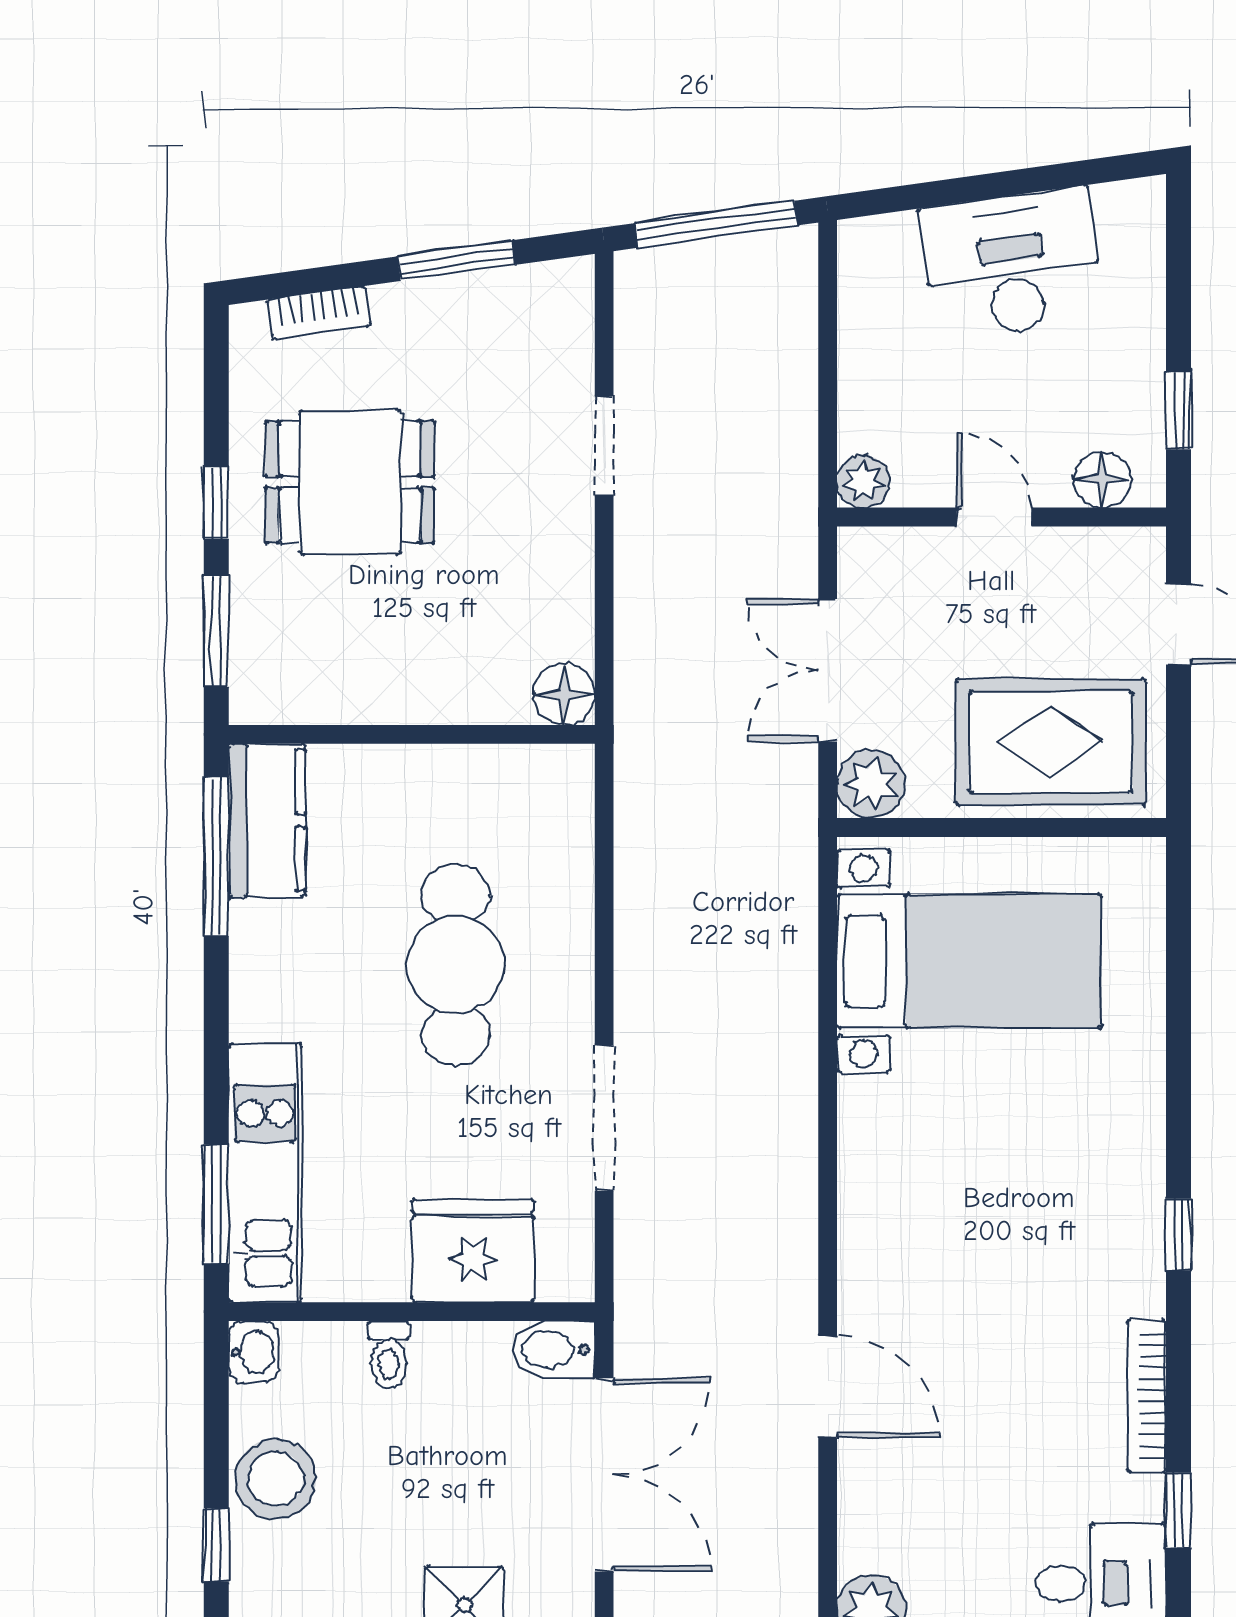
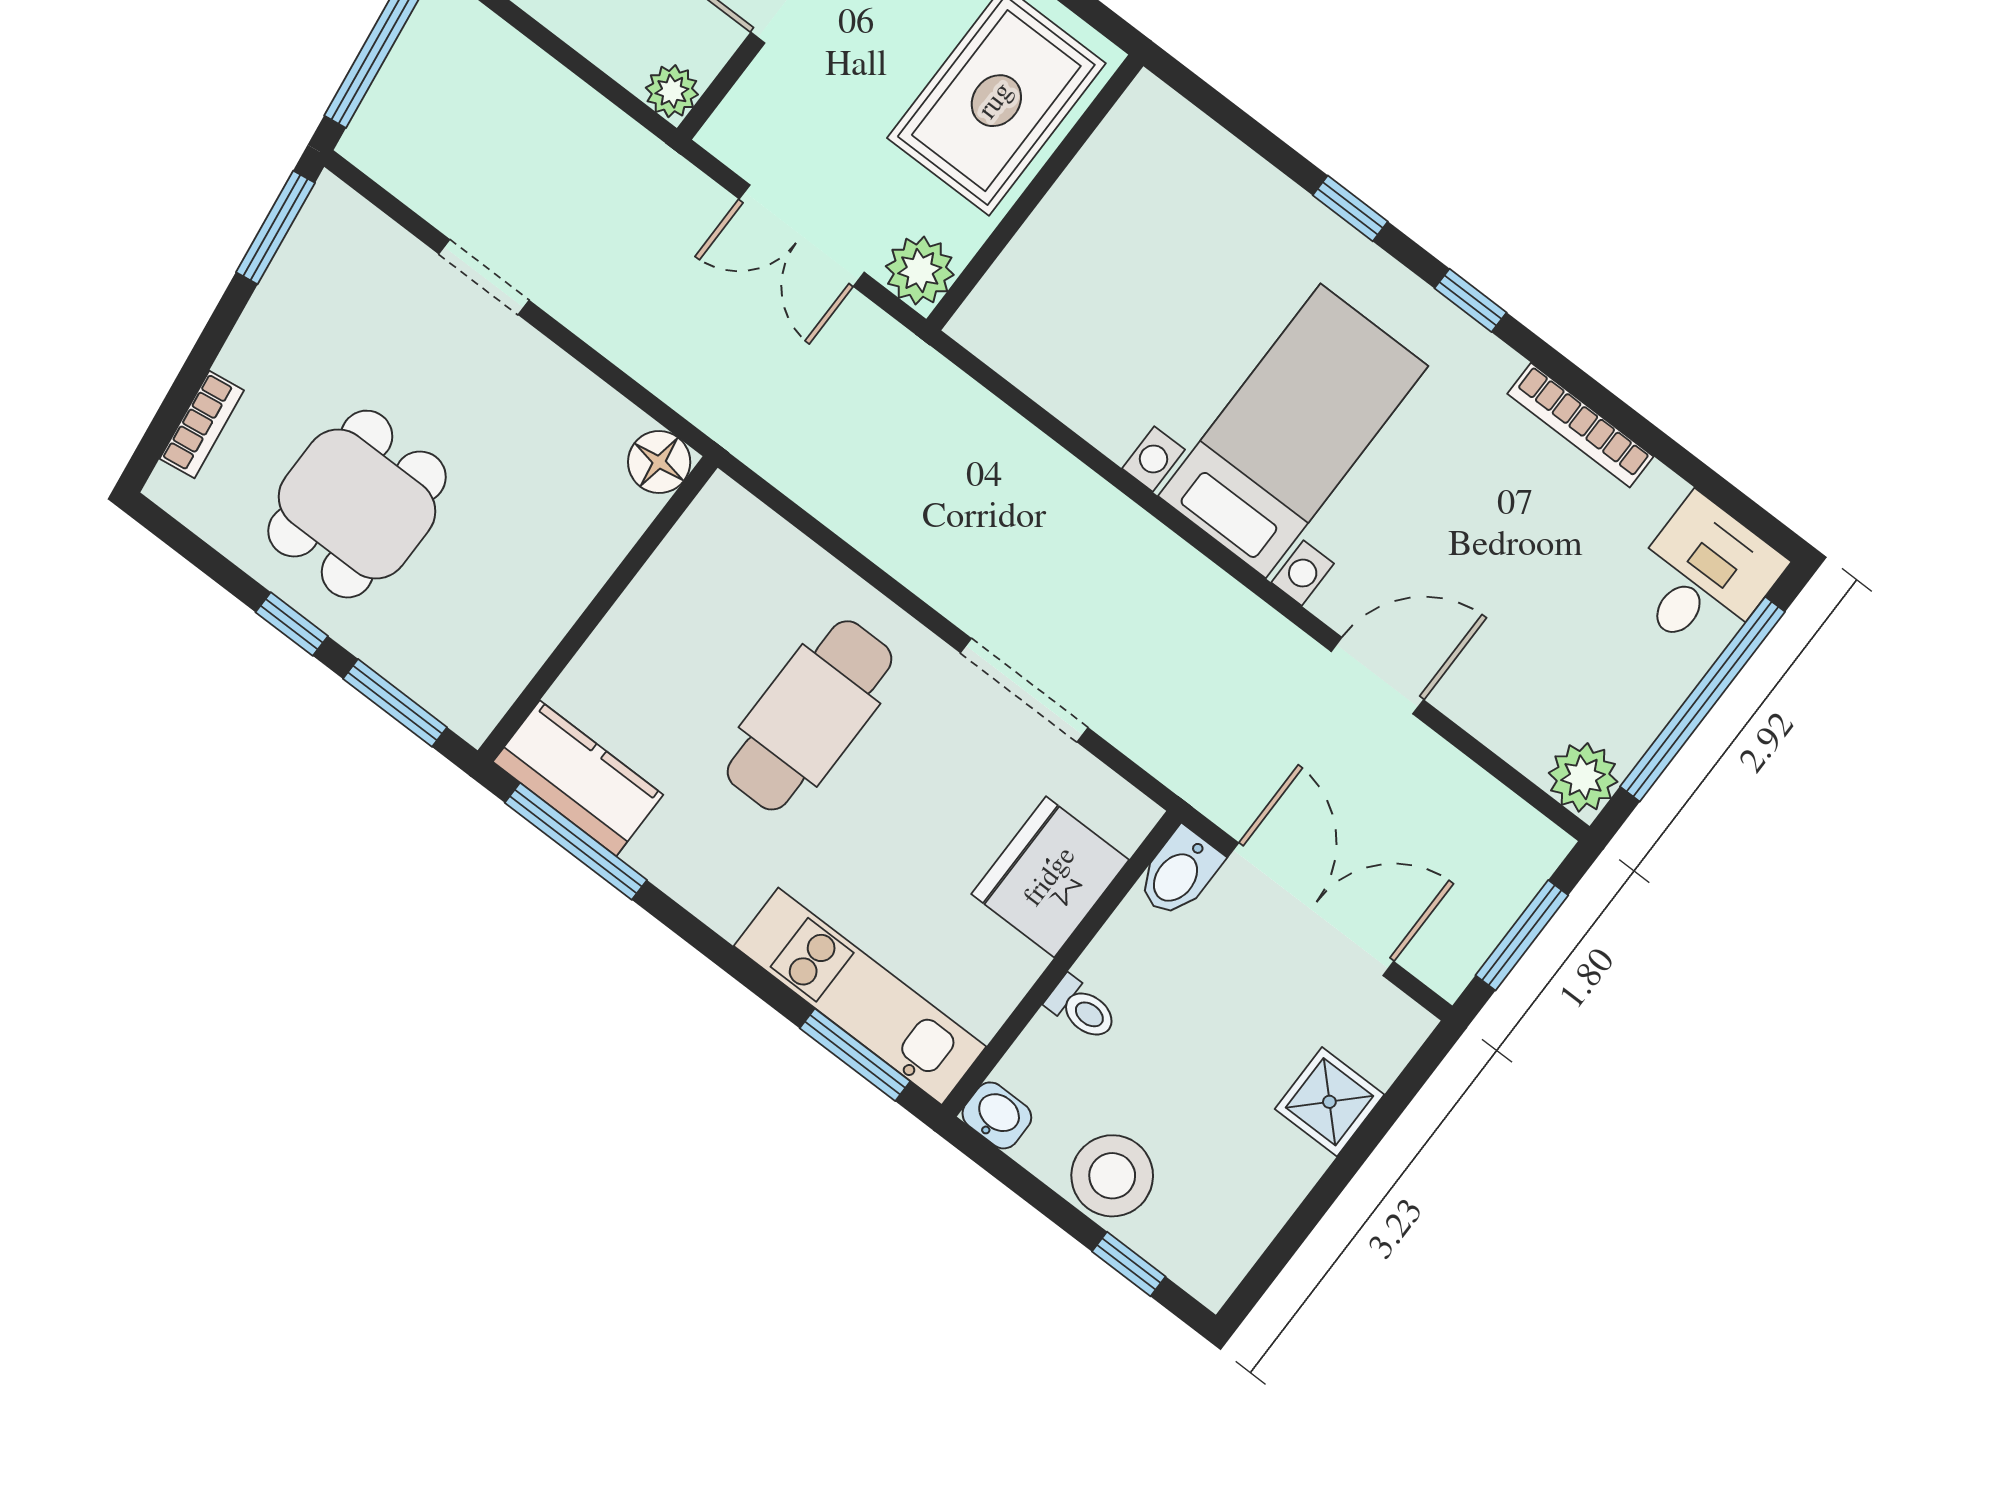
window: (456, 261) -> (275, 228), moved
bed with nightstands: (969, 961) -> (1293, 431), moved
cafe table: (455, 965) -> (810, 715), turned 90
window: (1178, 1510) -> (1350, 208), moved

